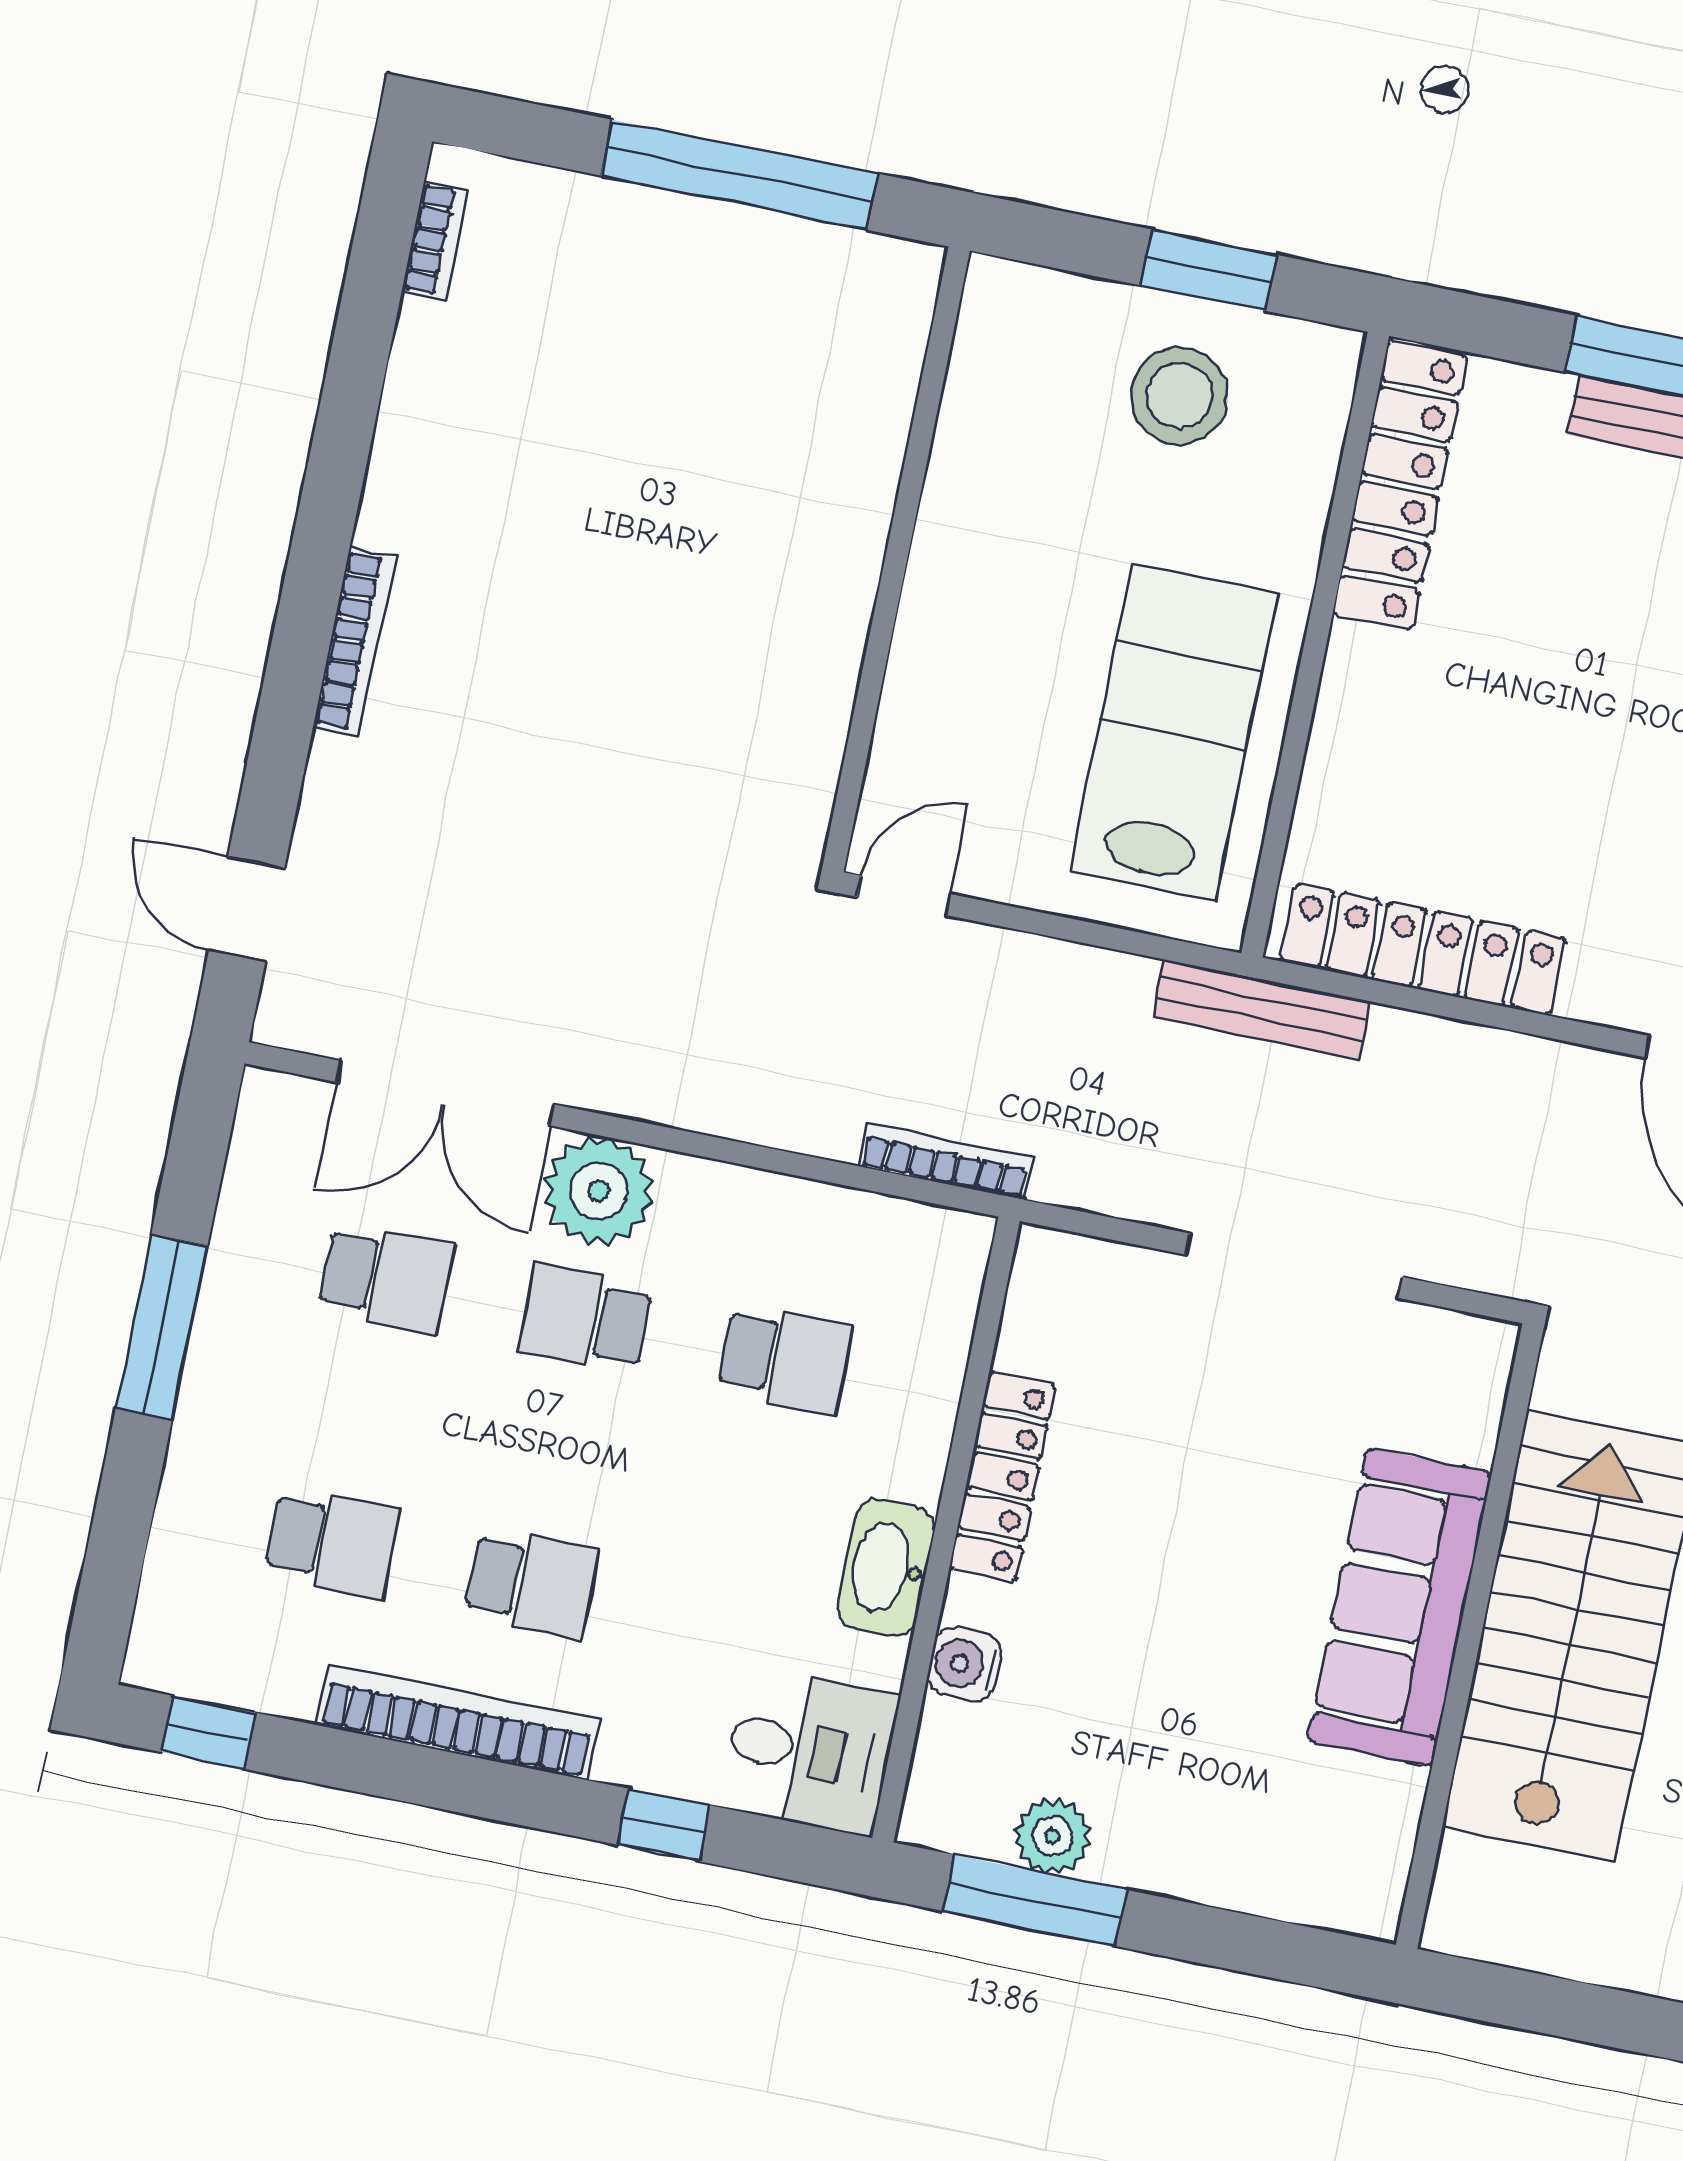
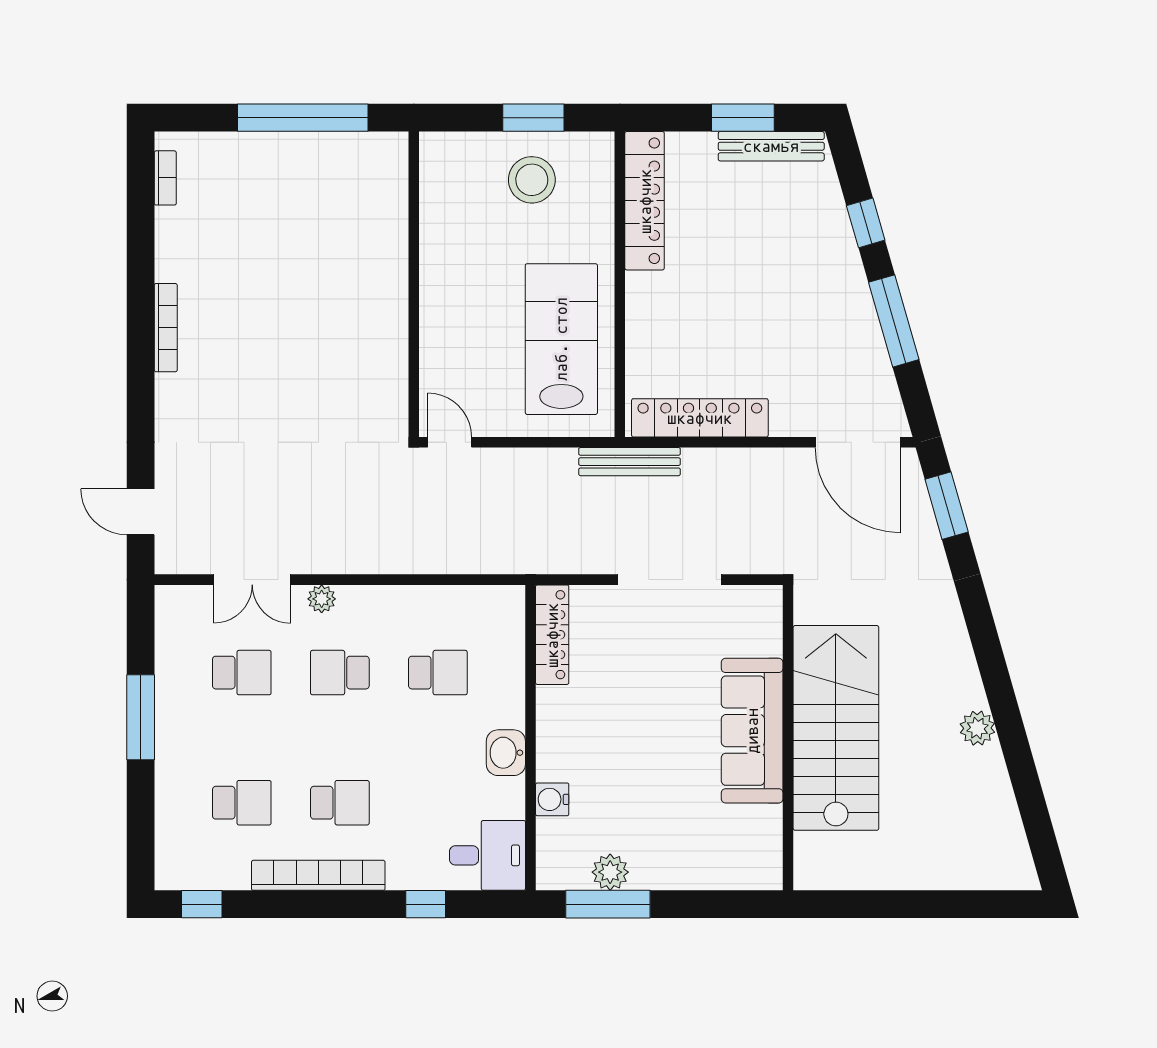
bookcase: (354, 642) -> (166, 328), moved
door: (904, 896) -> (450, 442), hinge flipped
double door: (445, 1093) -> (252, 580), width x0.73
bookcase: (945, 1162) -> (495, 564), removed
plant: (599, 1191) -> (322, 599), width x0.53, depth x0.53
locker: (1003, 1477) -> (552, 635), moved
washbasin: (886, 1568) -> (506, 753), width x0.72

